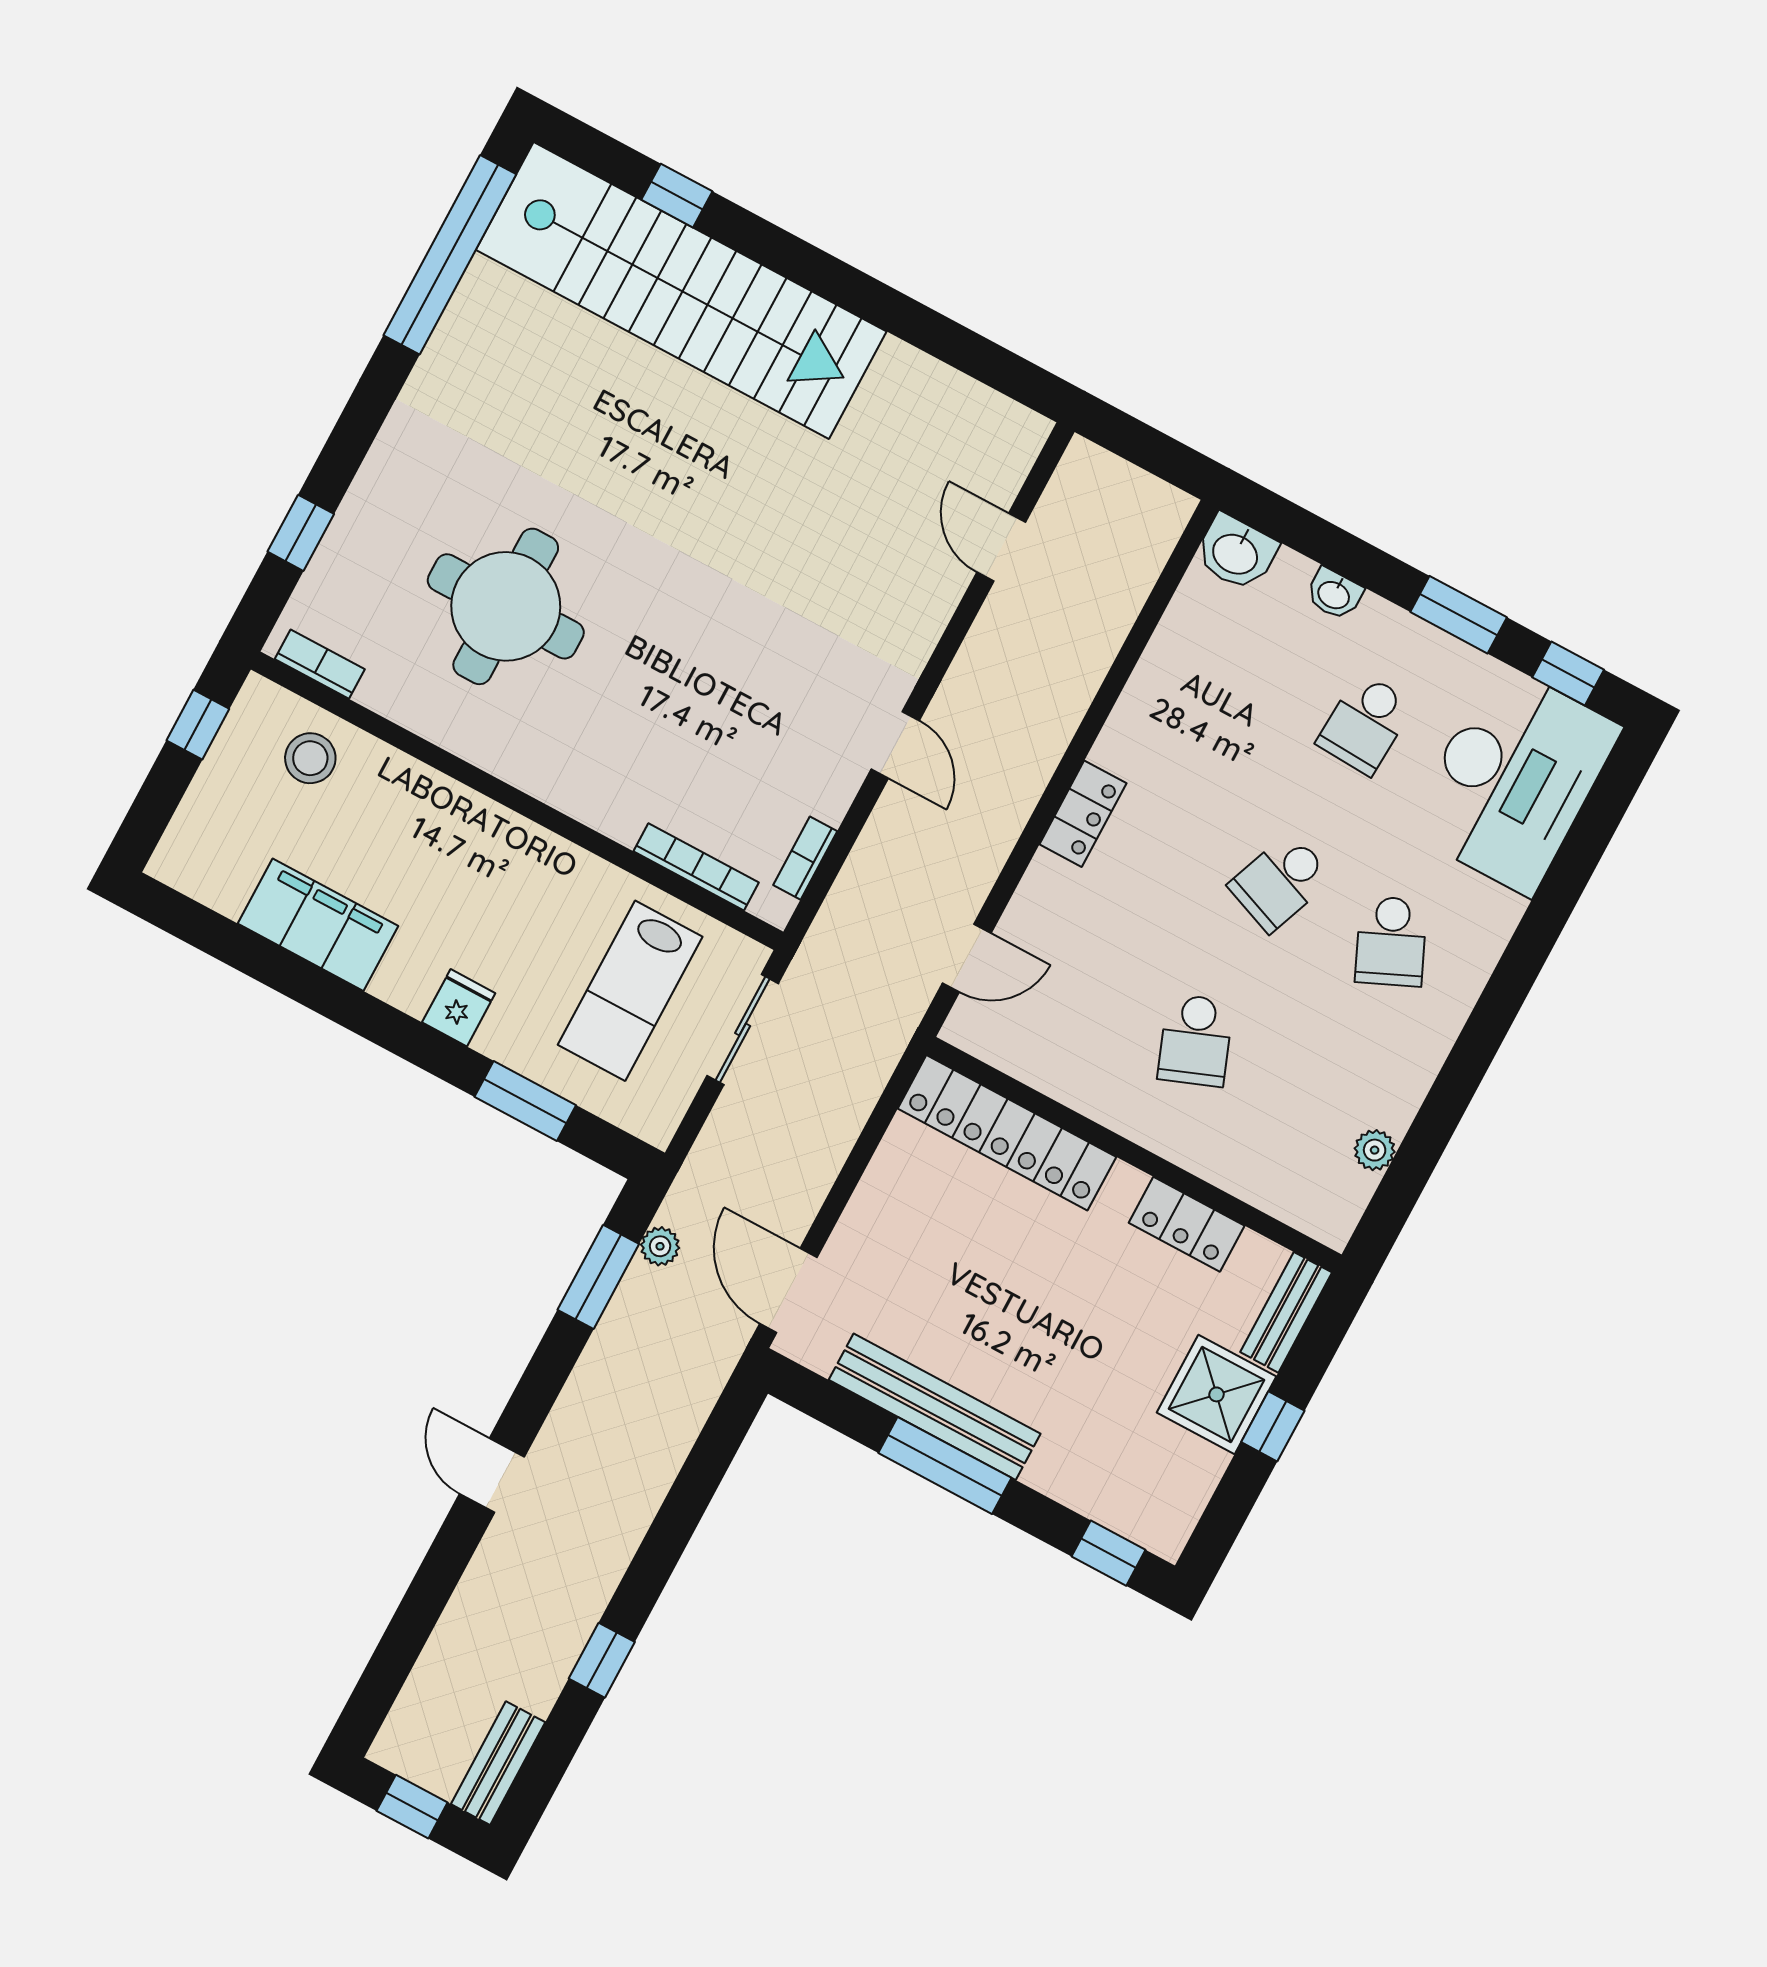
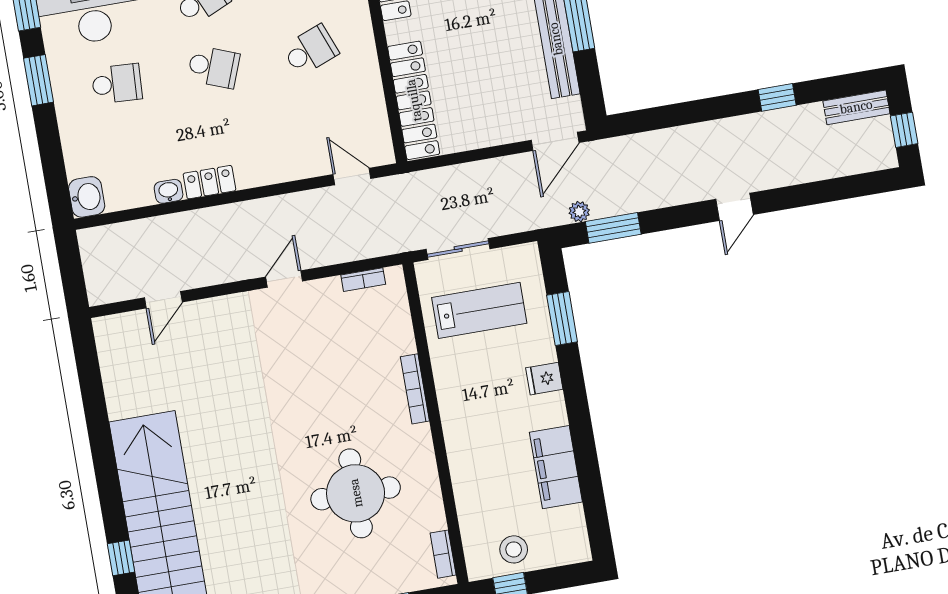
washbasin: (1334, 594) -> (169, 191), moved, turned -90
stool: (310, 758) -> (514, 549), moved
locker: (1083, 814) -> (209, 182), moved
bookcase: (696, 867) -> (415, 389), moved

